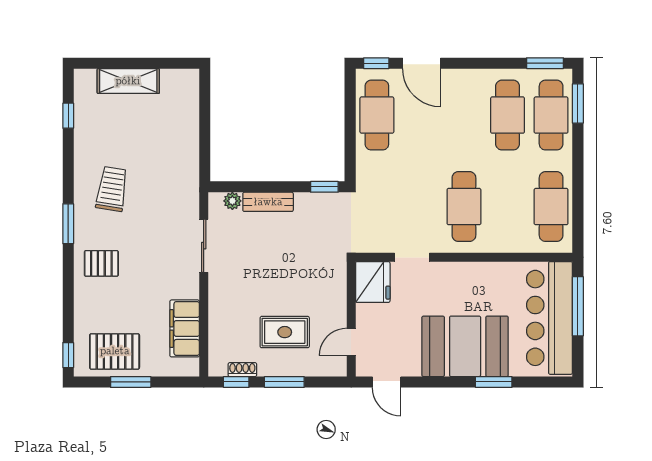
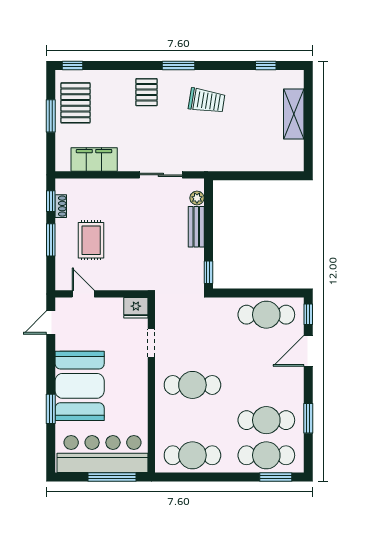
window: (545, 63) -> (308, 418), moved
fridge: (373, 282) -> (136, 308), width x0.73, depth x0.75

